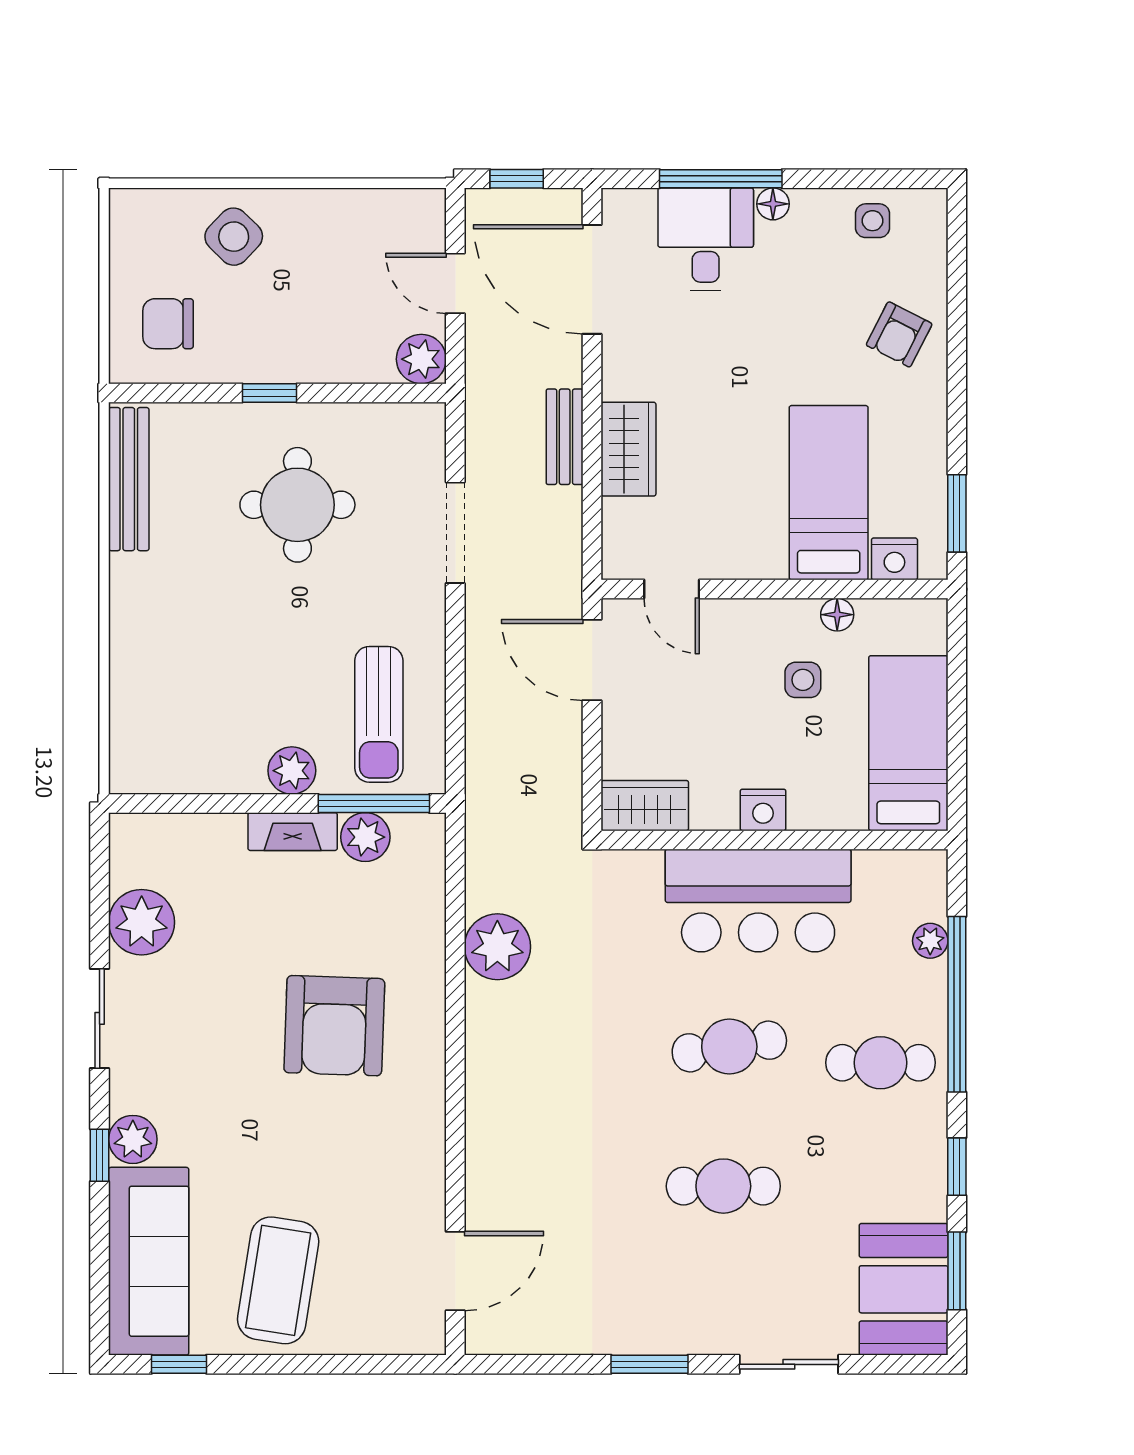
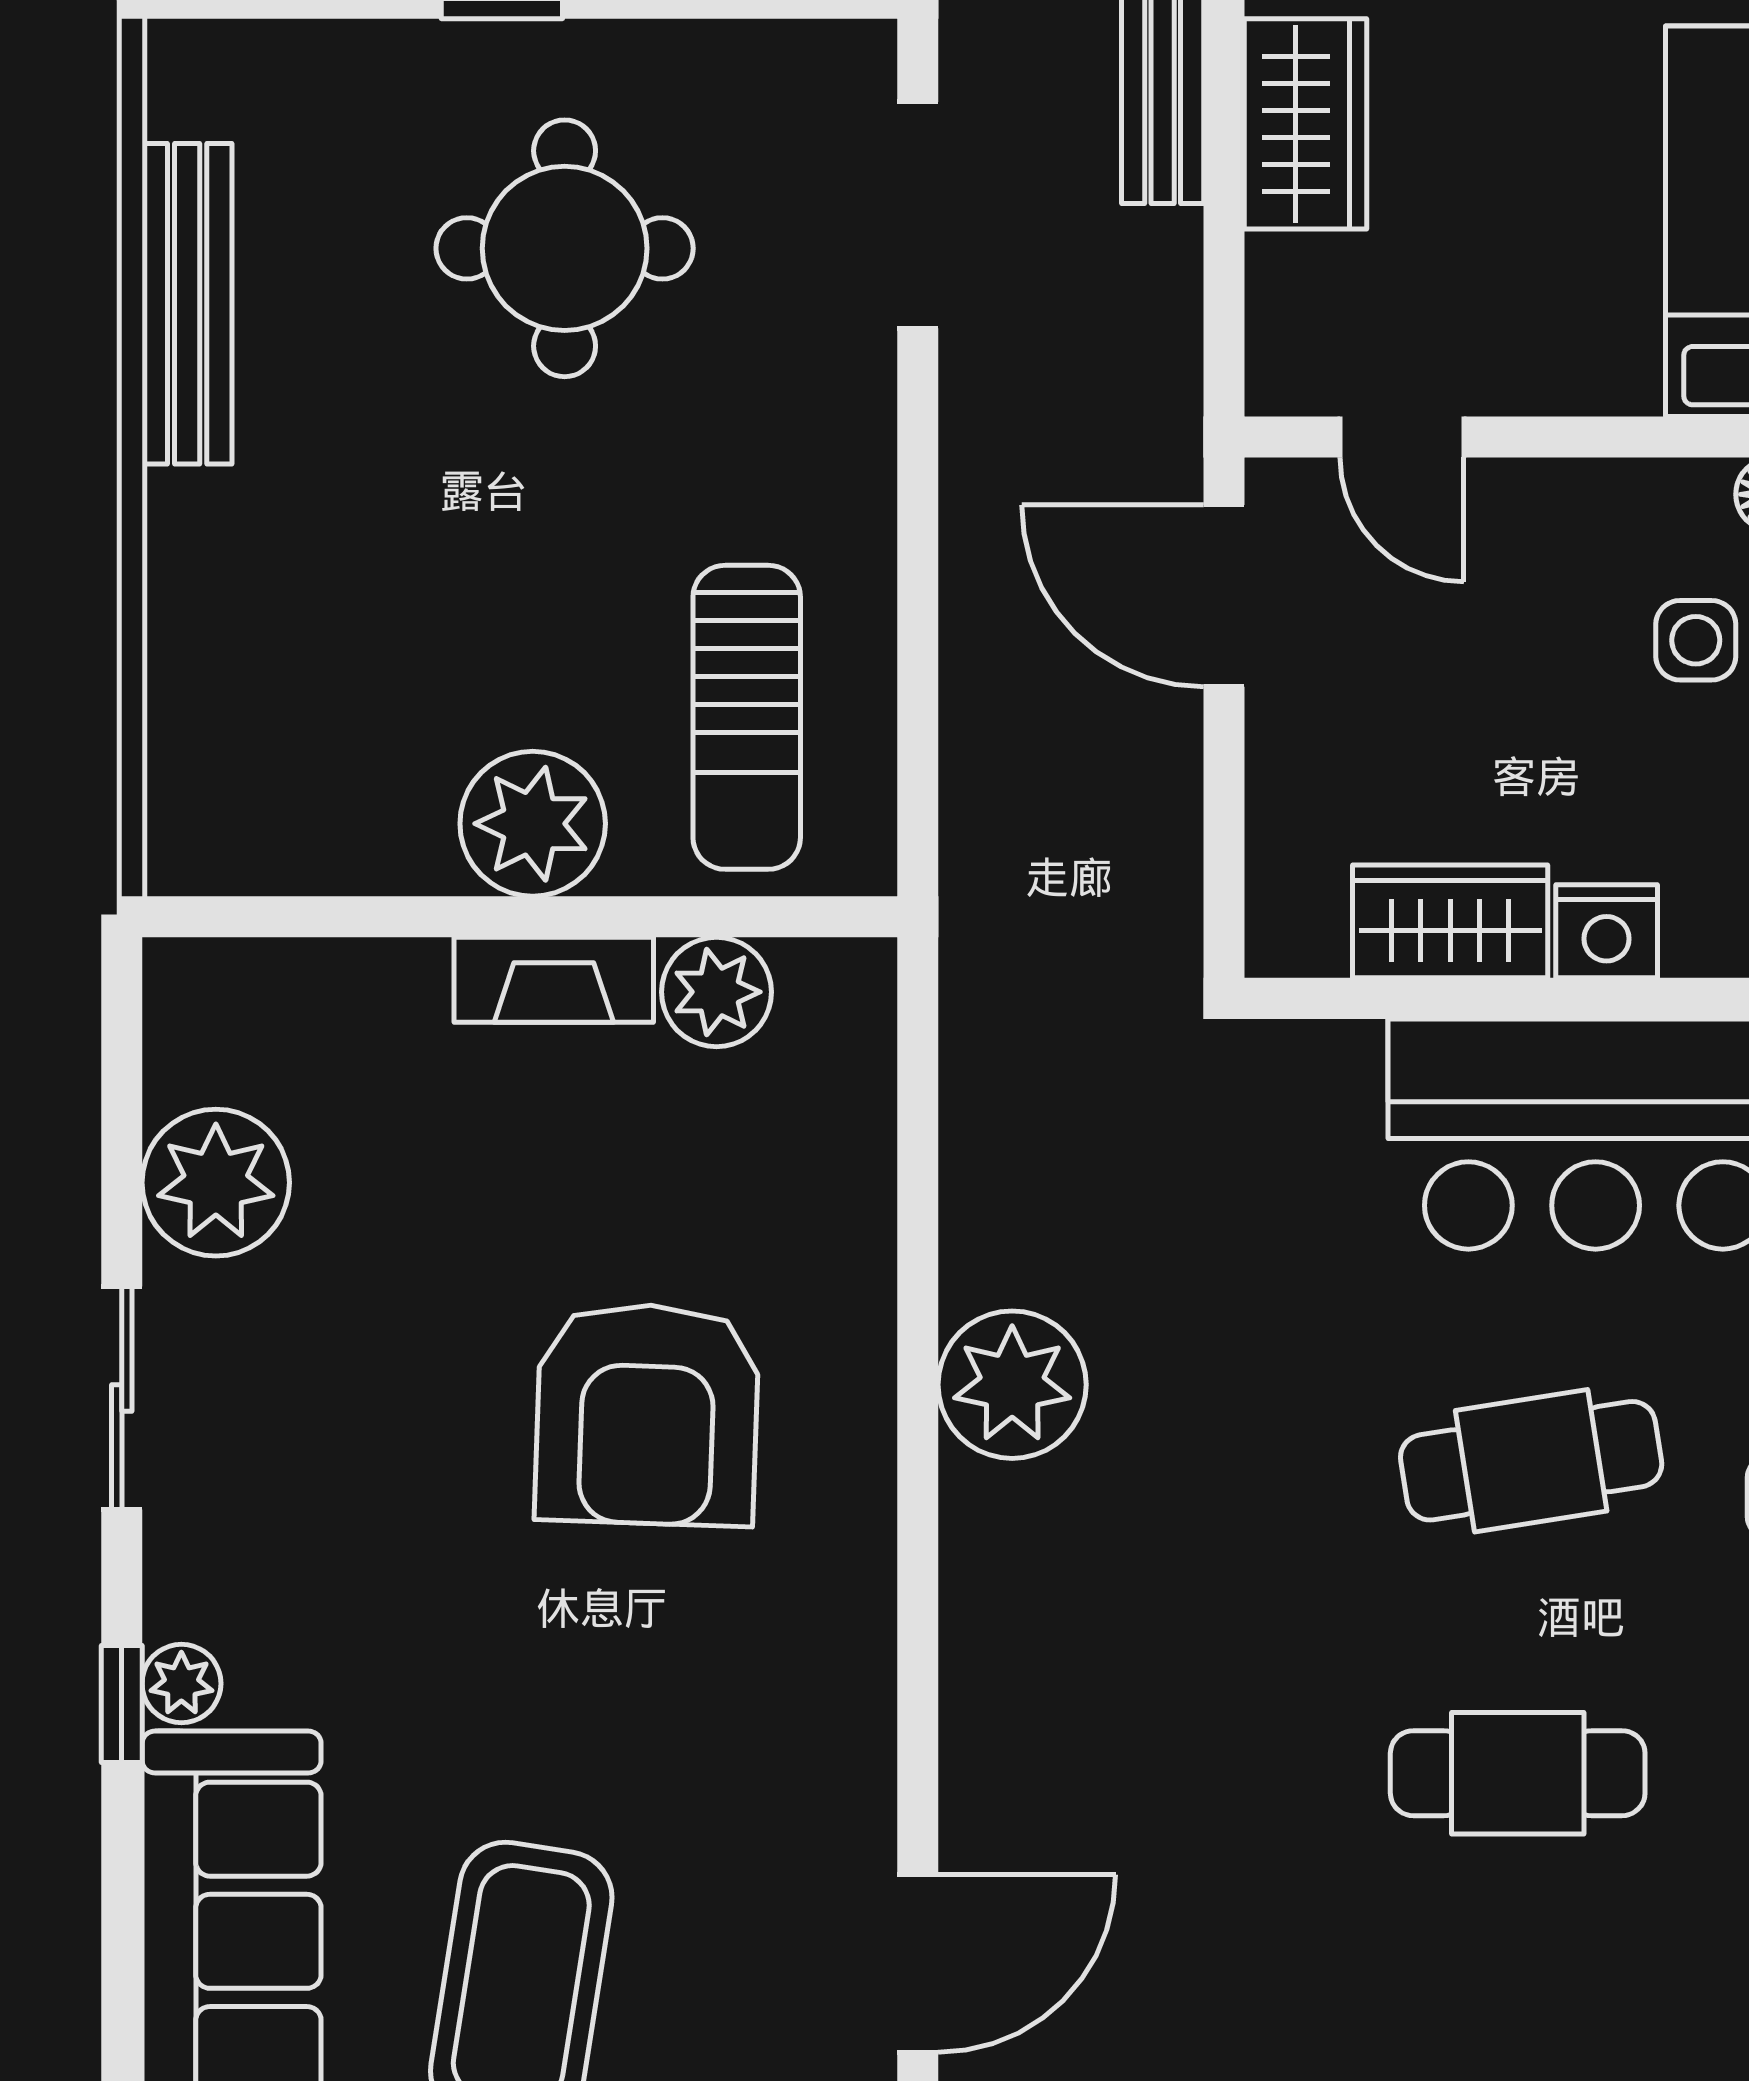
bench: (129, 479) -> (187, 304), moved
doorway: (455, 533) -> (918, 215), moved
plant: (292, 771) -> (533, 824), width x1.36, depth x1.36
window: (374, 803) -> (736, 917), removed
wardrobe: (645, 806) -> (1450, 921), moved
plant: (497, 947) -> (1012, 1385), moved
plant: (133, 1139) -> (181, 1684), width x0.73, depth x0.73

